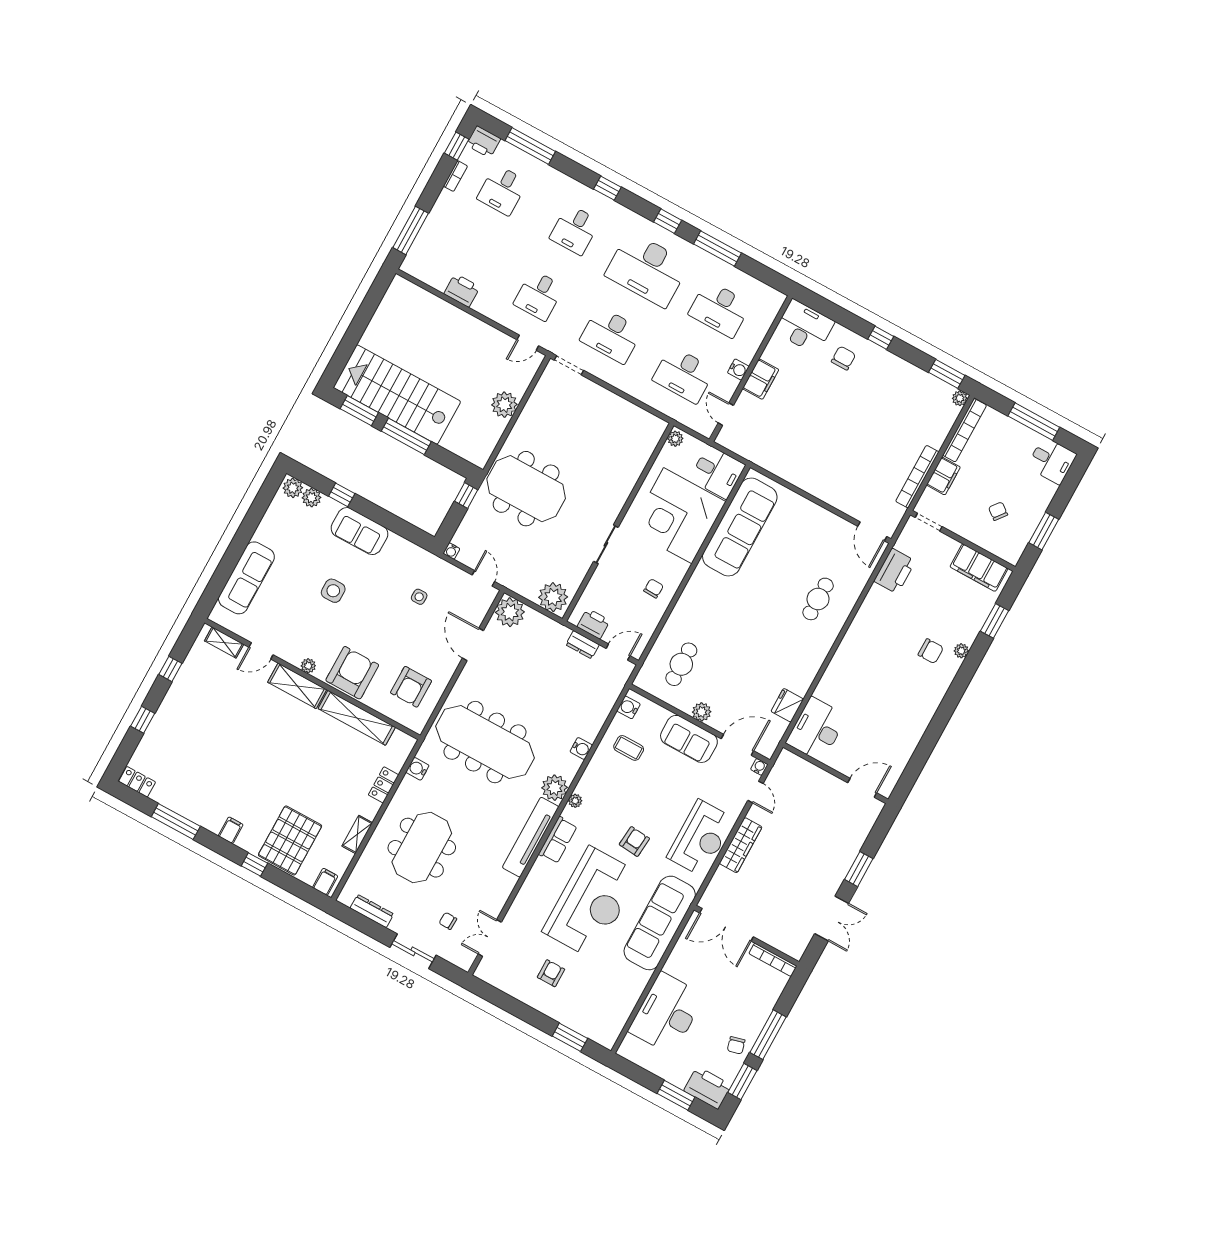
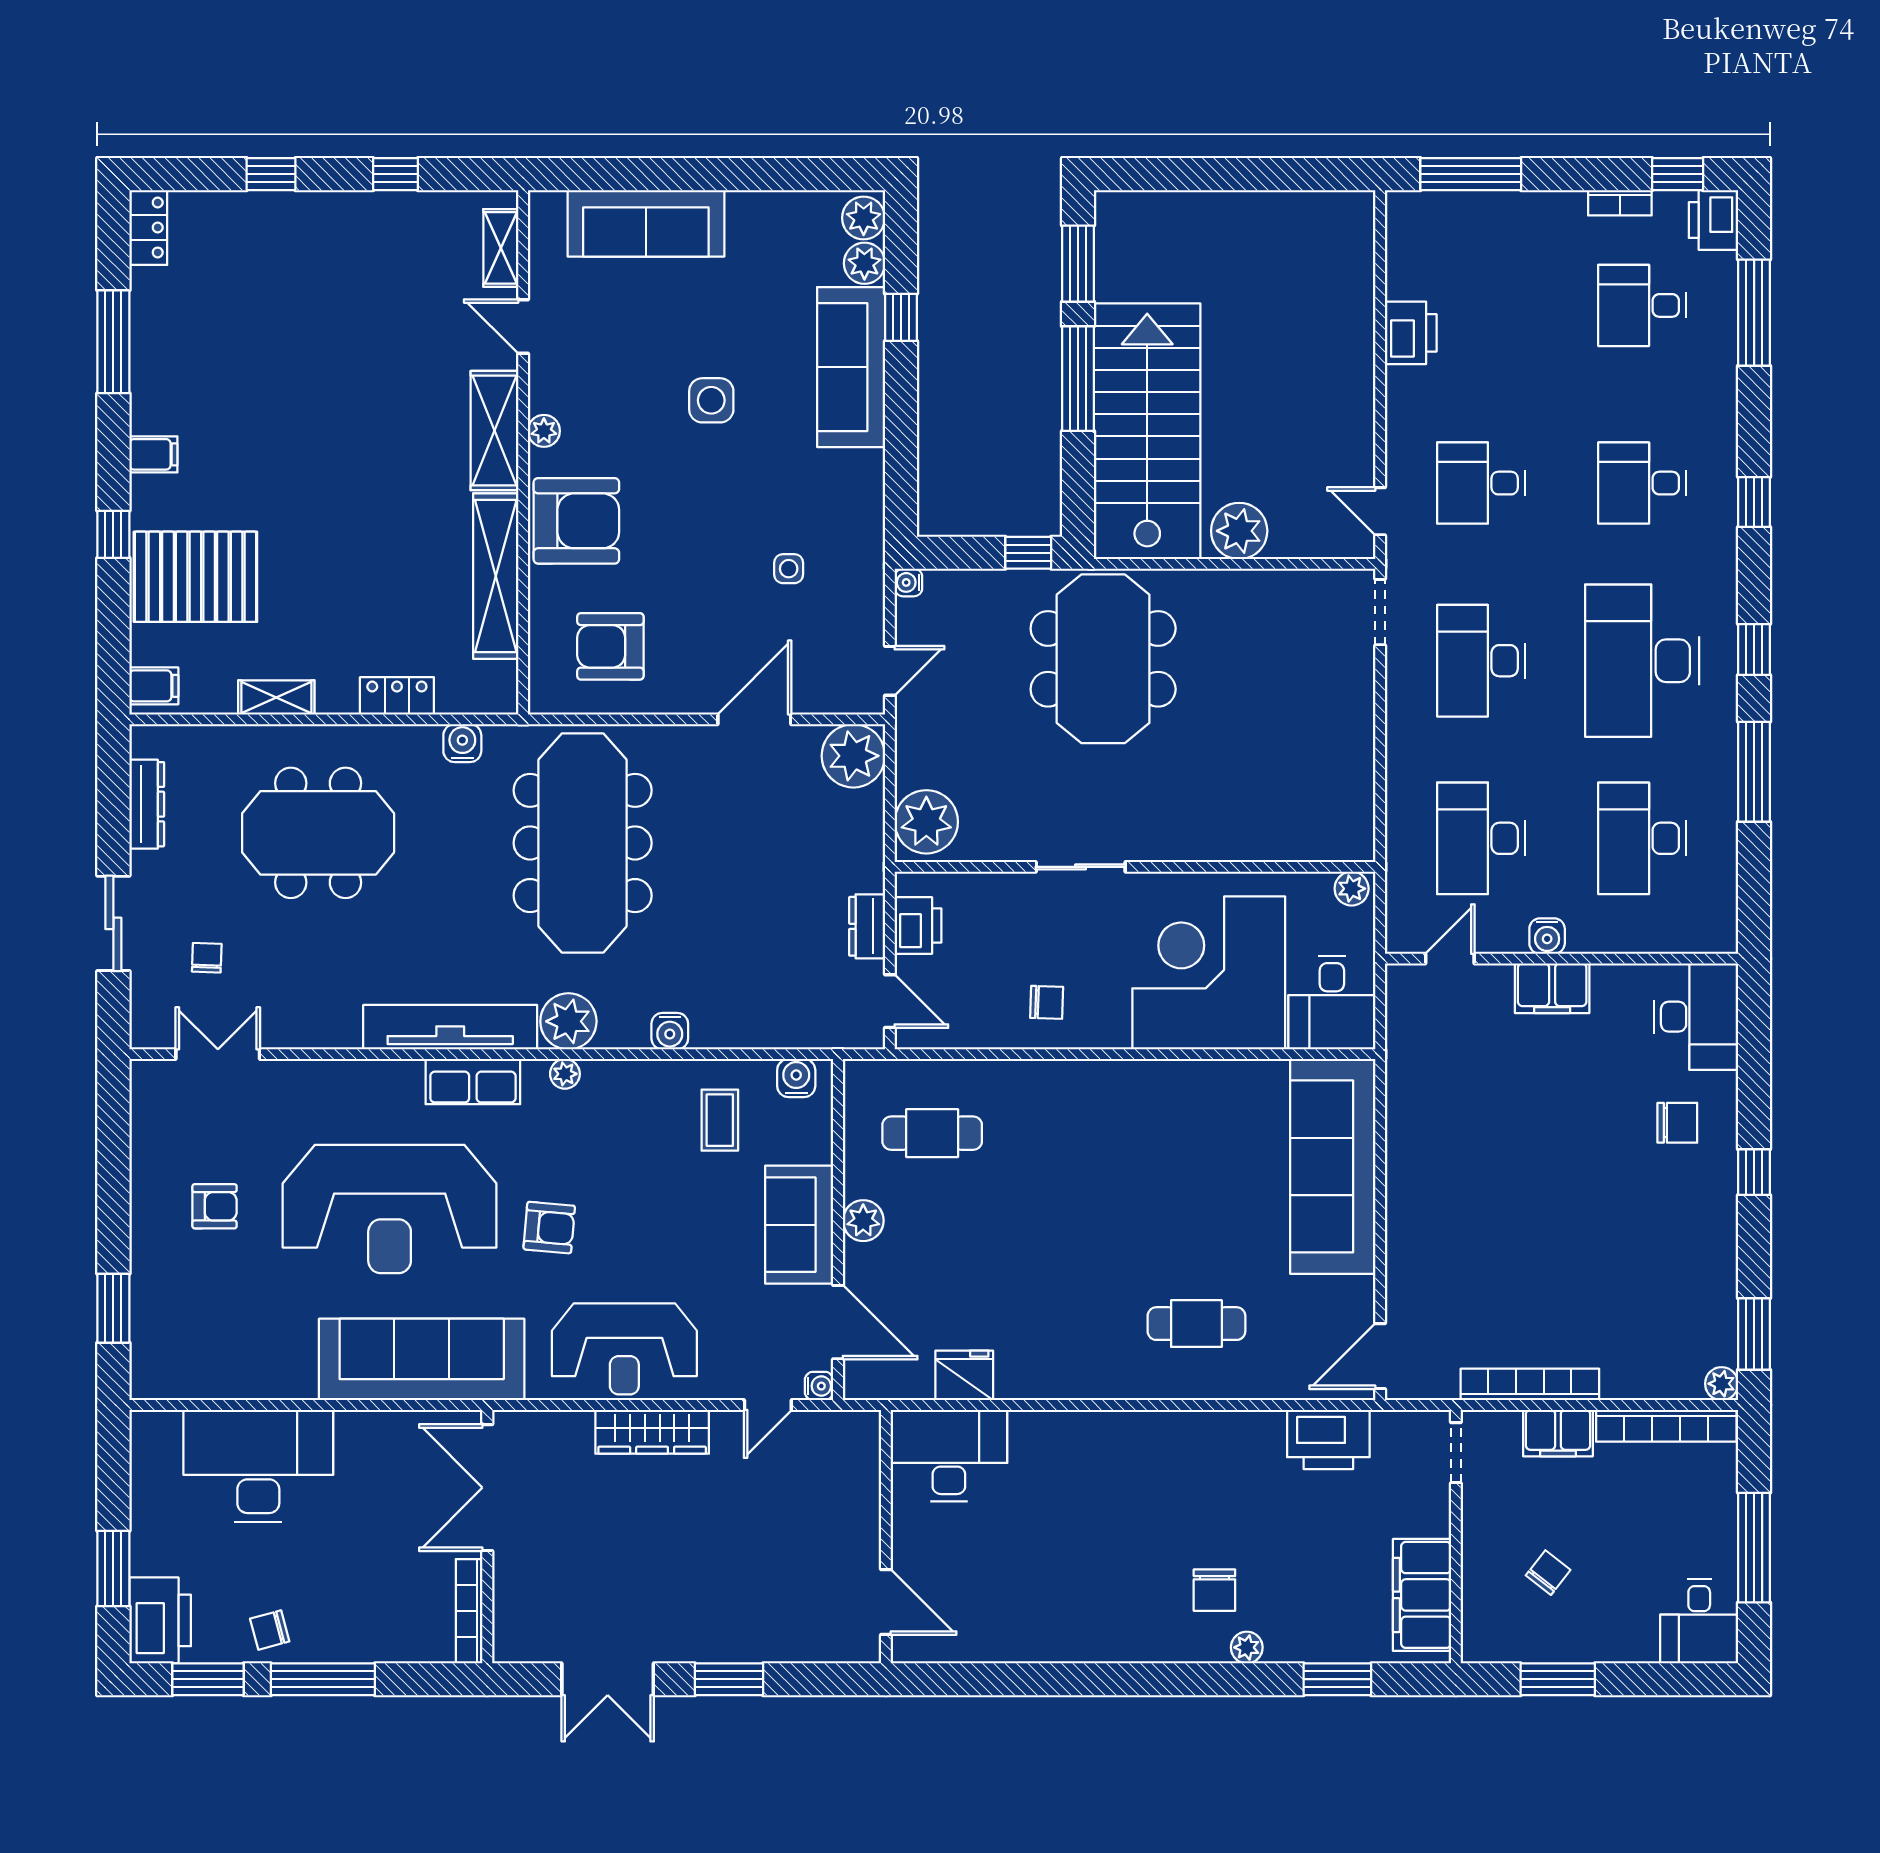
stairs: (397, 395) -> (1147, 431), moved
sofa: (740, 527) -> (1333, 1166), moved, turned 90
sofa: (359, 531) -> (851, 367), width x1.36

